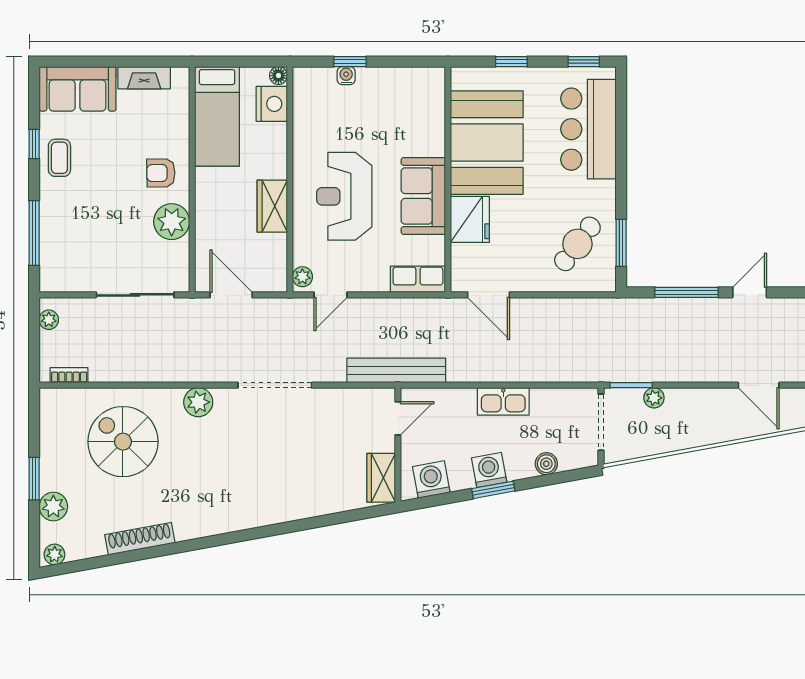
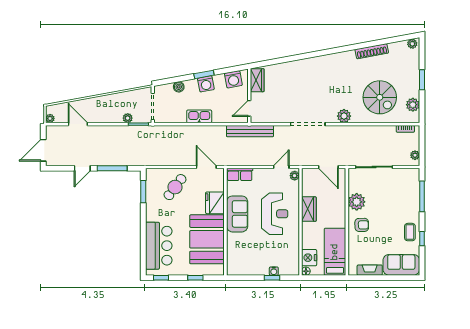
cafe table: (577, 244) -> (175, 187), moved
plant: (53, 507) -> (413, 105), moved

